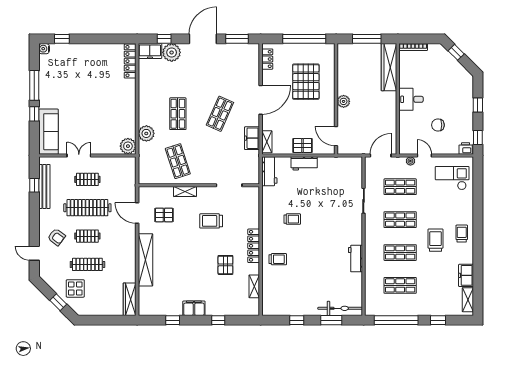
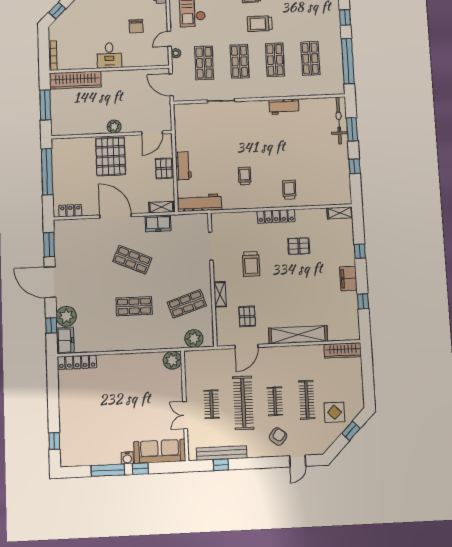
water cooler: (44, 49) -> (127, 458), moved
pallet: (306, 82) -> (111, 156), moved, turned 90
plant: (146, 133) -> (194, 339), moved
workbench: (269, 171) -> (200, 203), width x1.38
shelving: (254, 286) -> (340, 213), moved

